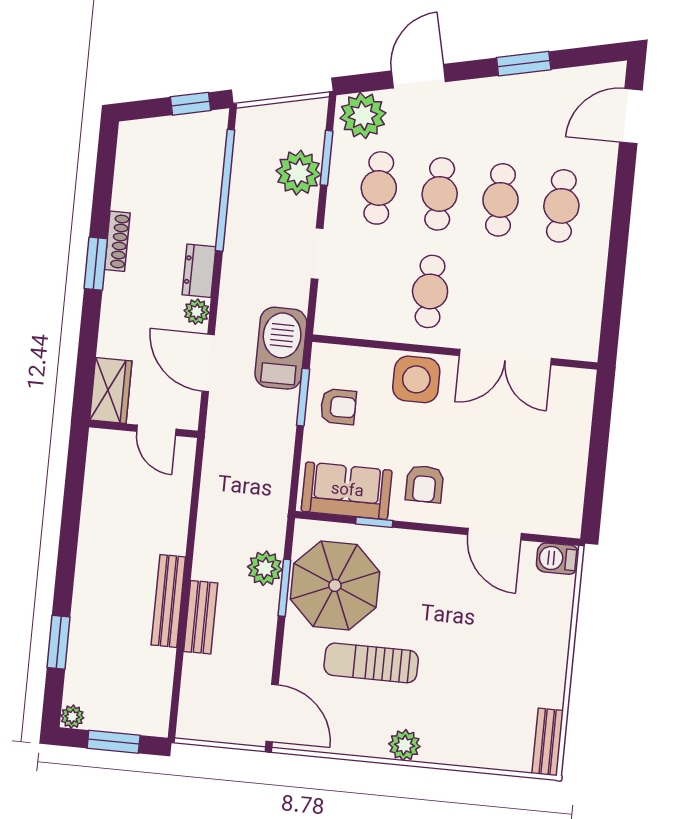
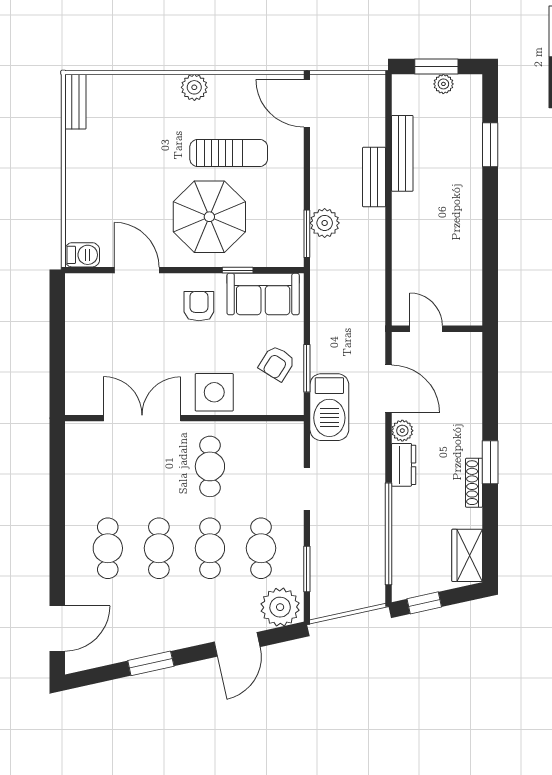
plant: (299, 173) -> (329, 554), removed
wardrobe: (111, 390) -> (467, 555), moved
armchair: (338, 407) -> (277, 363), turned -58
parasol: (335, 585) -> (209, 217), moved
window: (284, 588) -> (307, 234), moved
bench: (168, 601) -> (402, 153), moved
plant: (72, 717) -> (443, 84), moved

